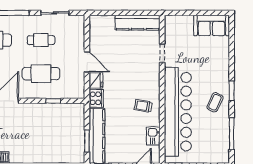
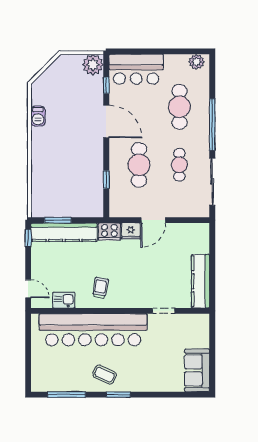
sliding door: (55, 13) -> (212, 182), width x1.37

